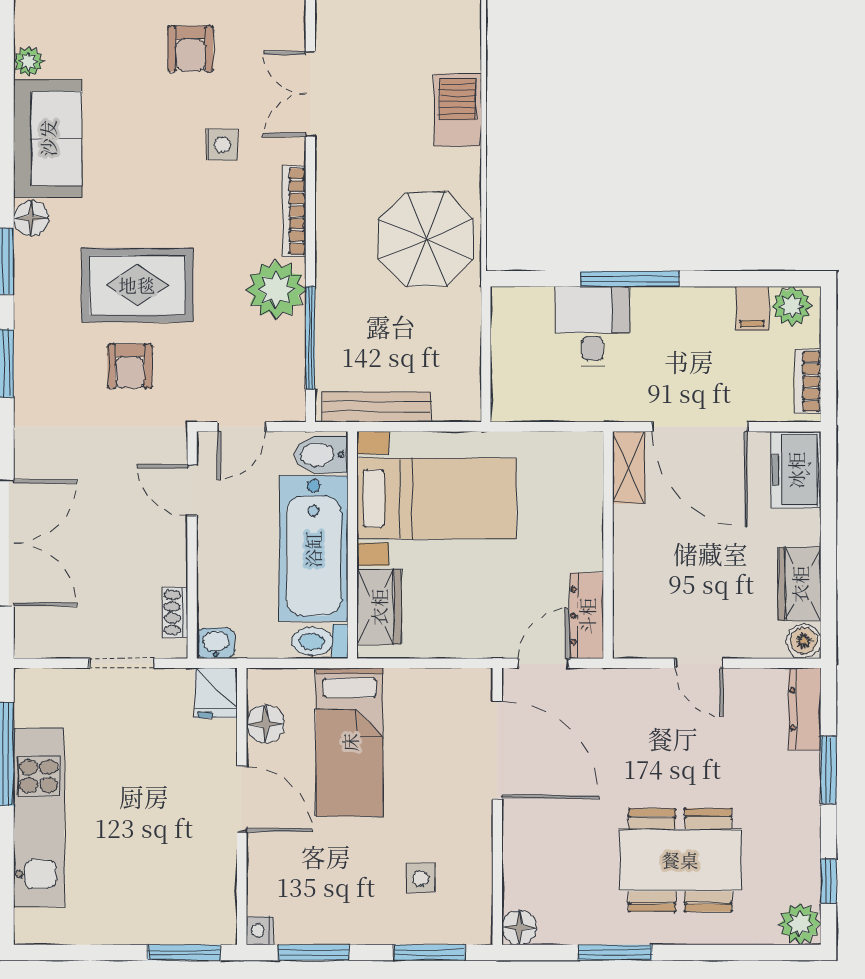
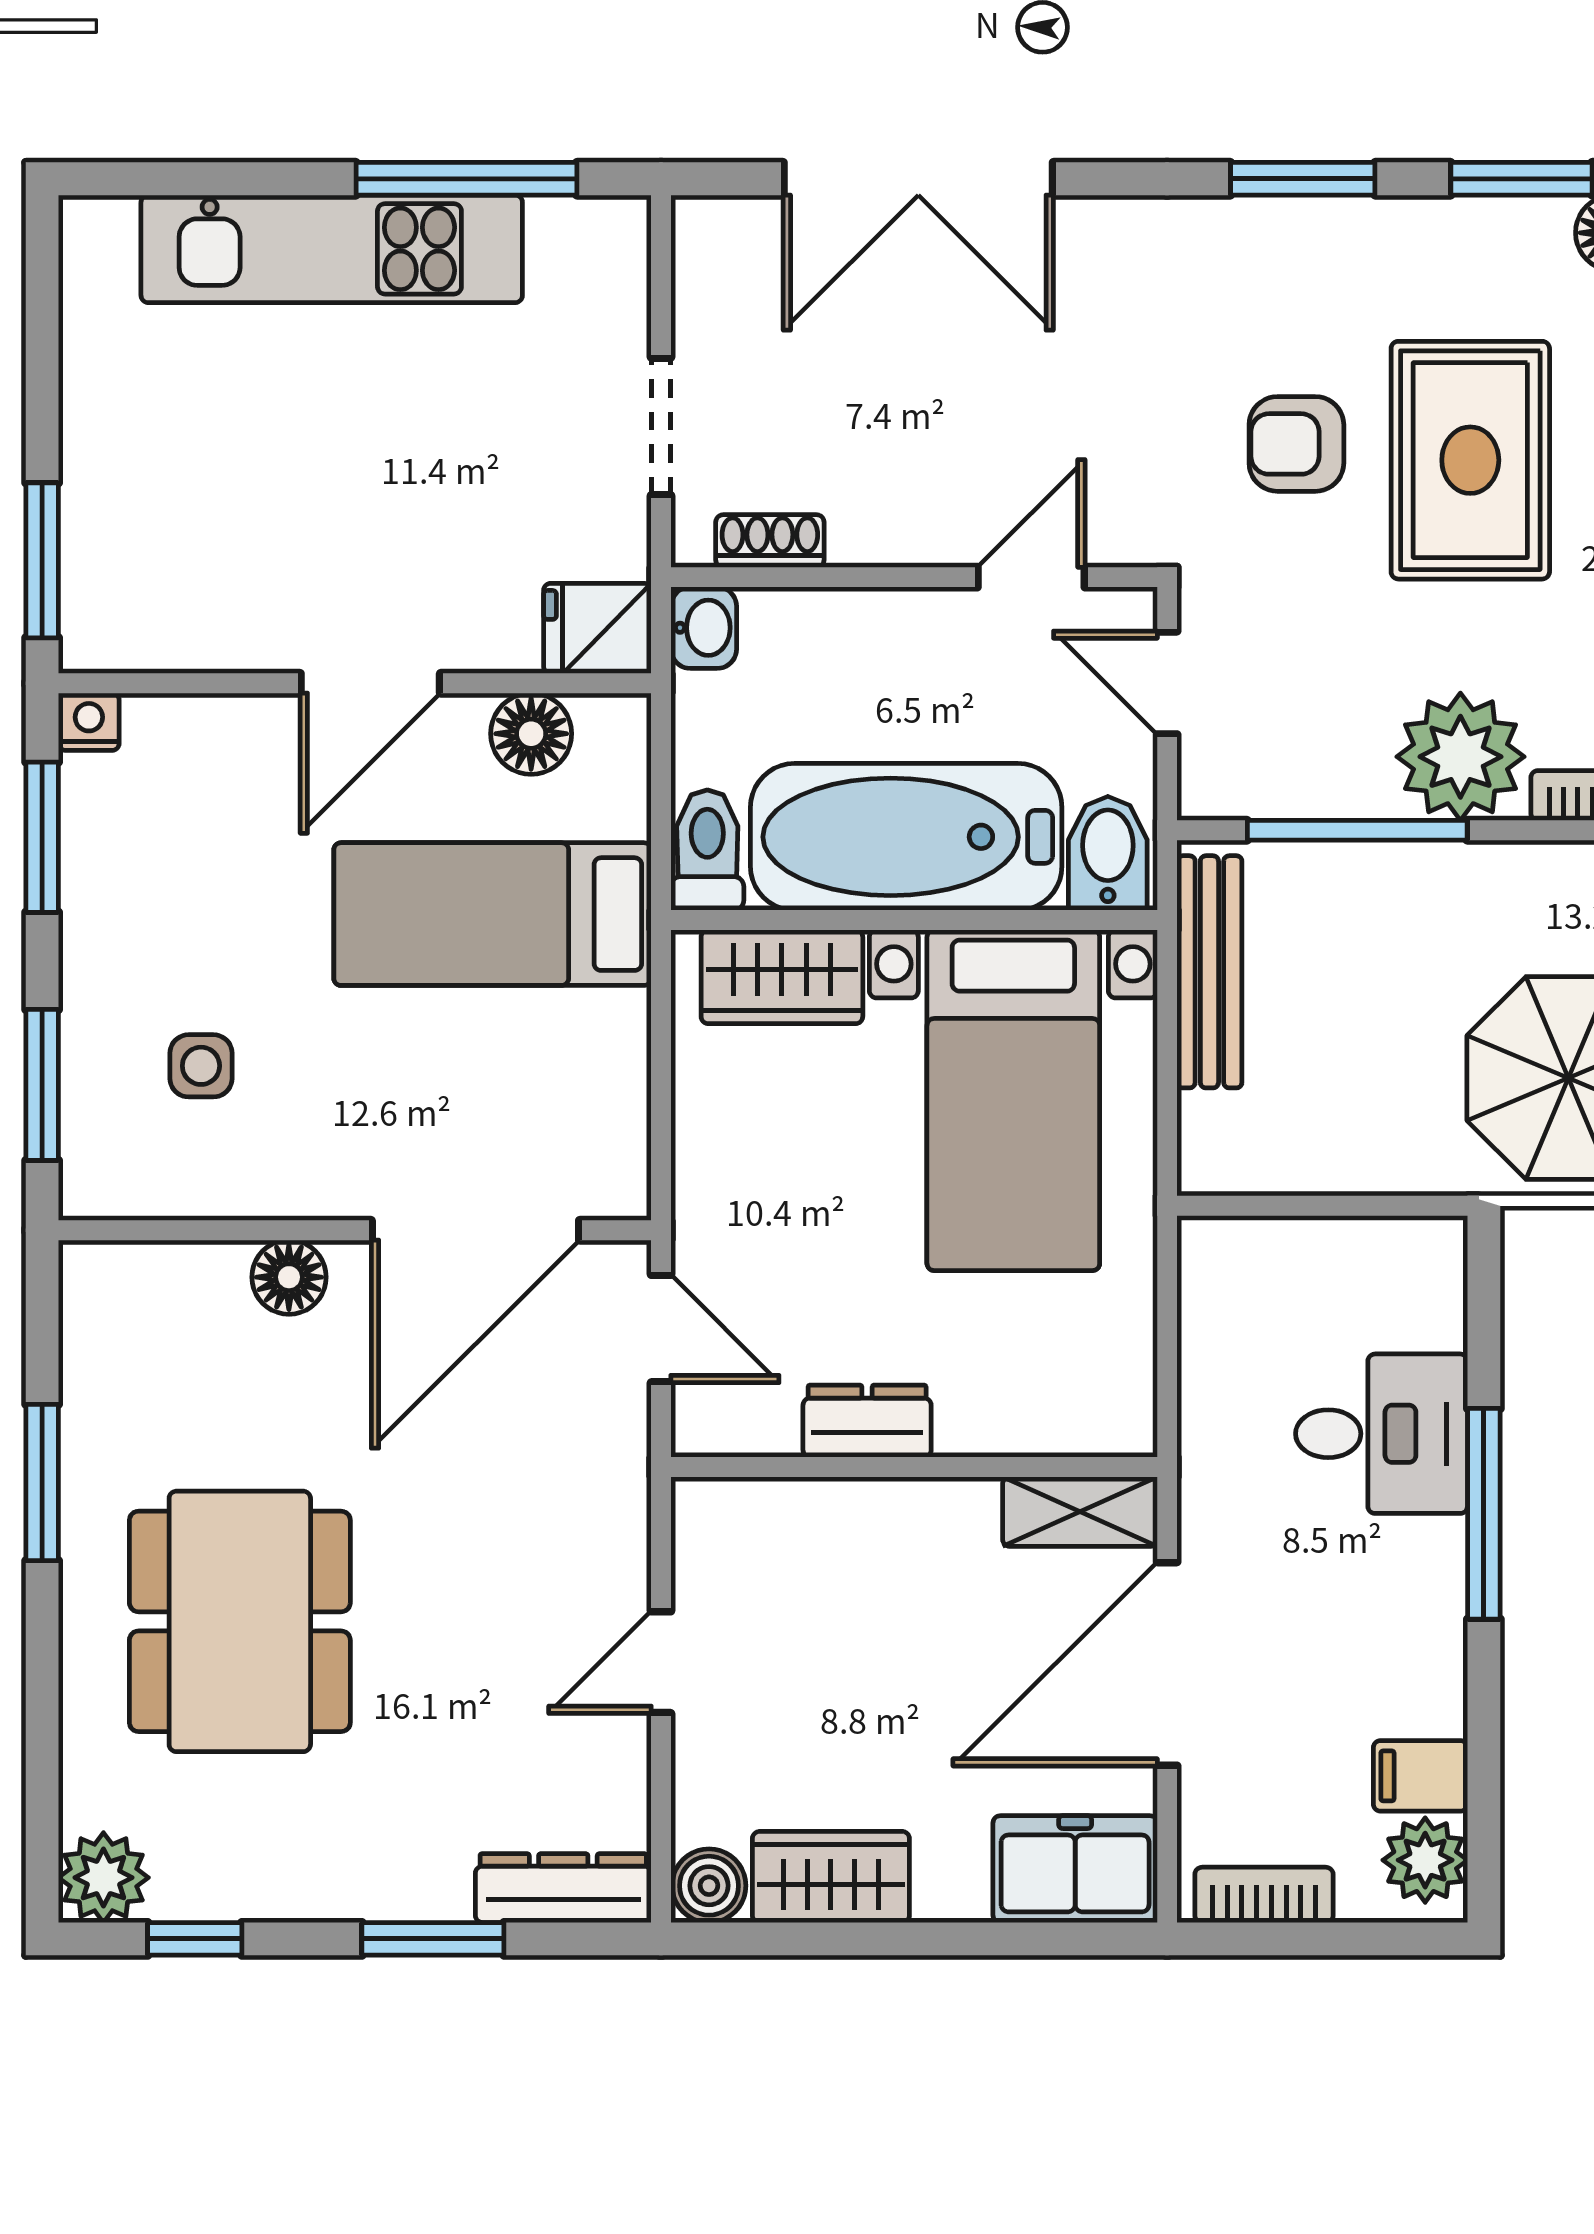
dresser: (587, 616) -> (867, 1421), moved, width x0.70
floor lamp: (519, 927) -> (289, 1277), moved

